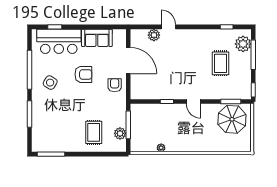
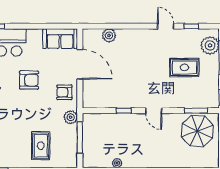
door: (168, 27) -> (166, 26), moved
sofa: (97, 38) -> (60, 39), moved
rug: (220, 63) -> (184, 67), turned 90
armchair: (115, 85) -> (64, 92), turned -90
plant: (120, 133) -> (71, 117), moved

